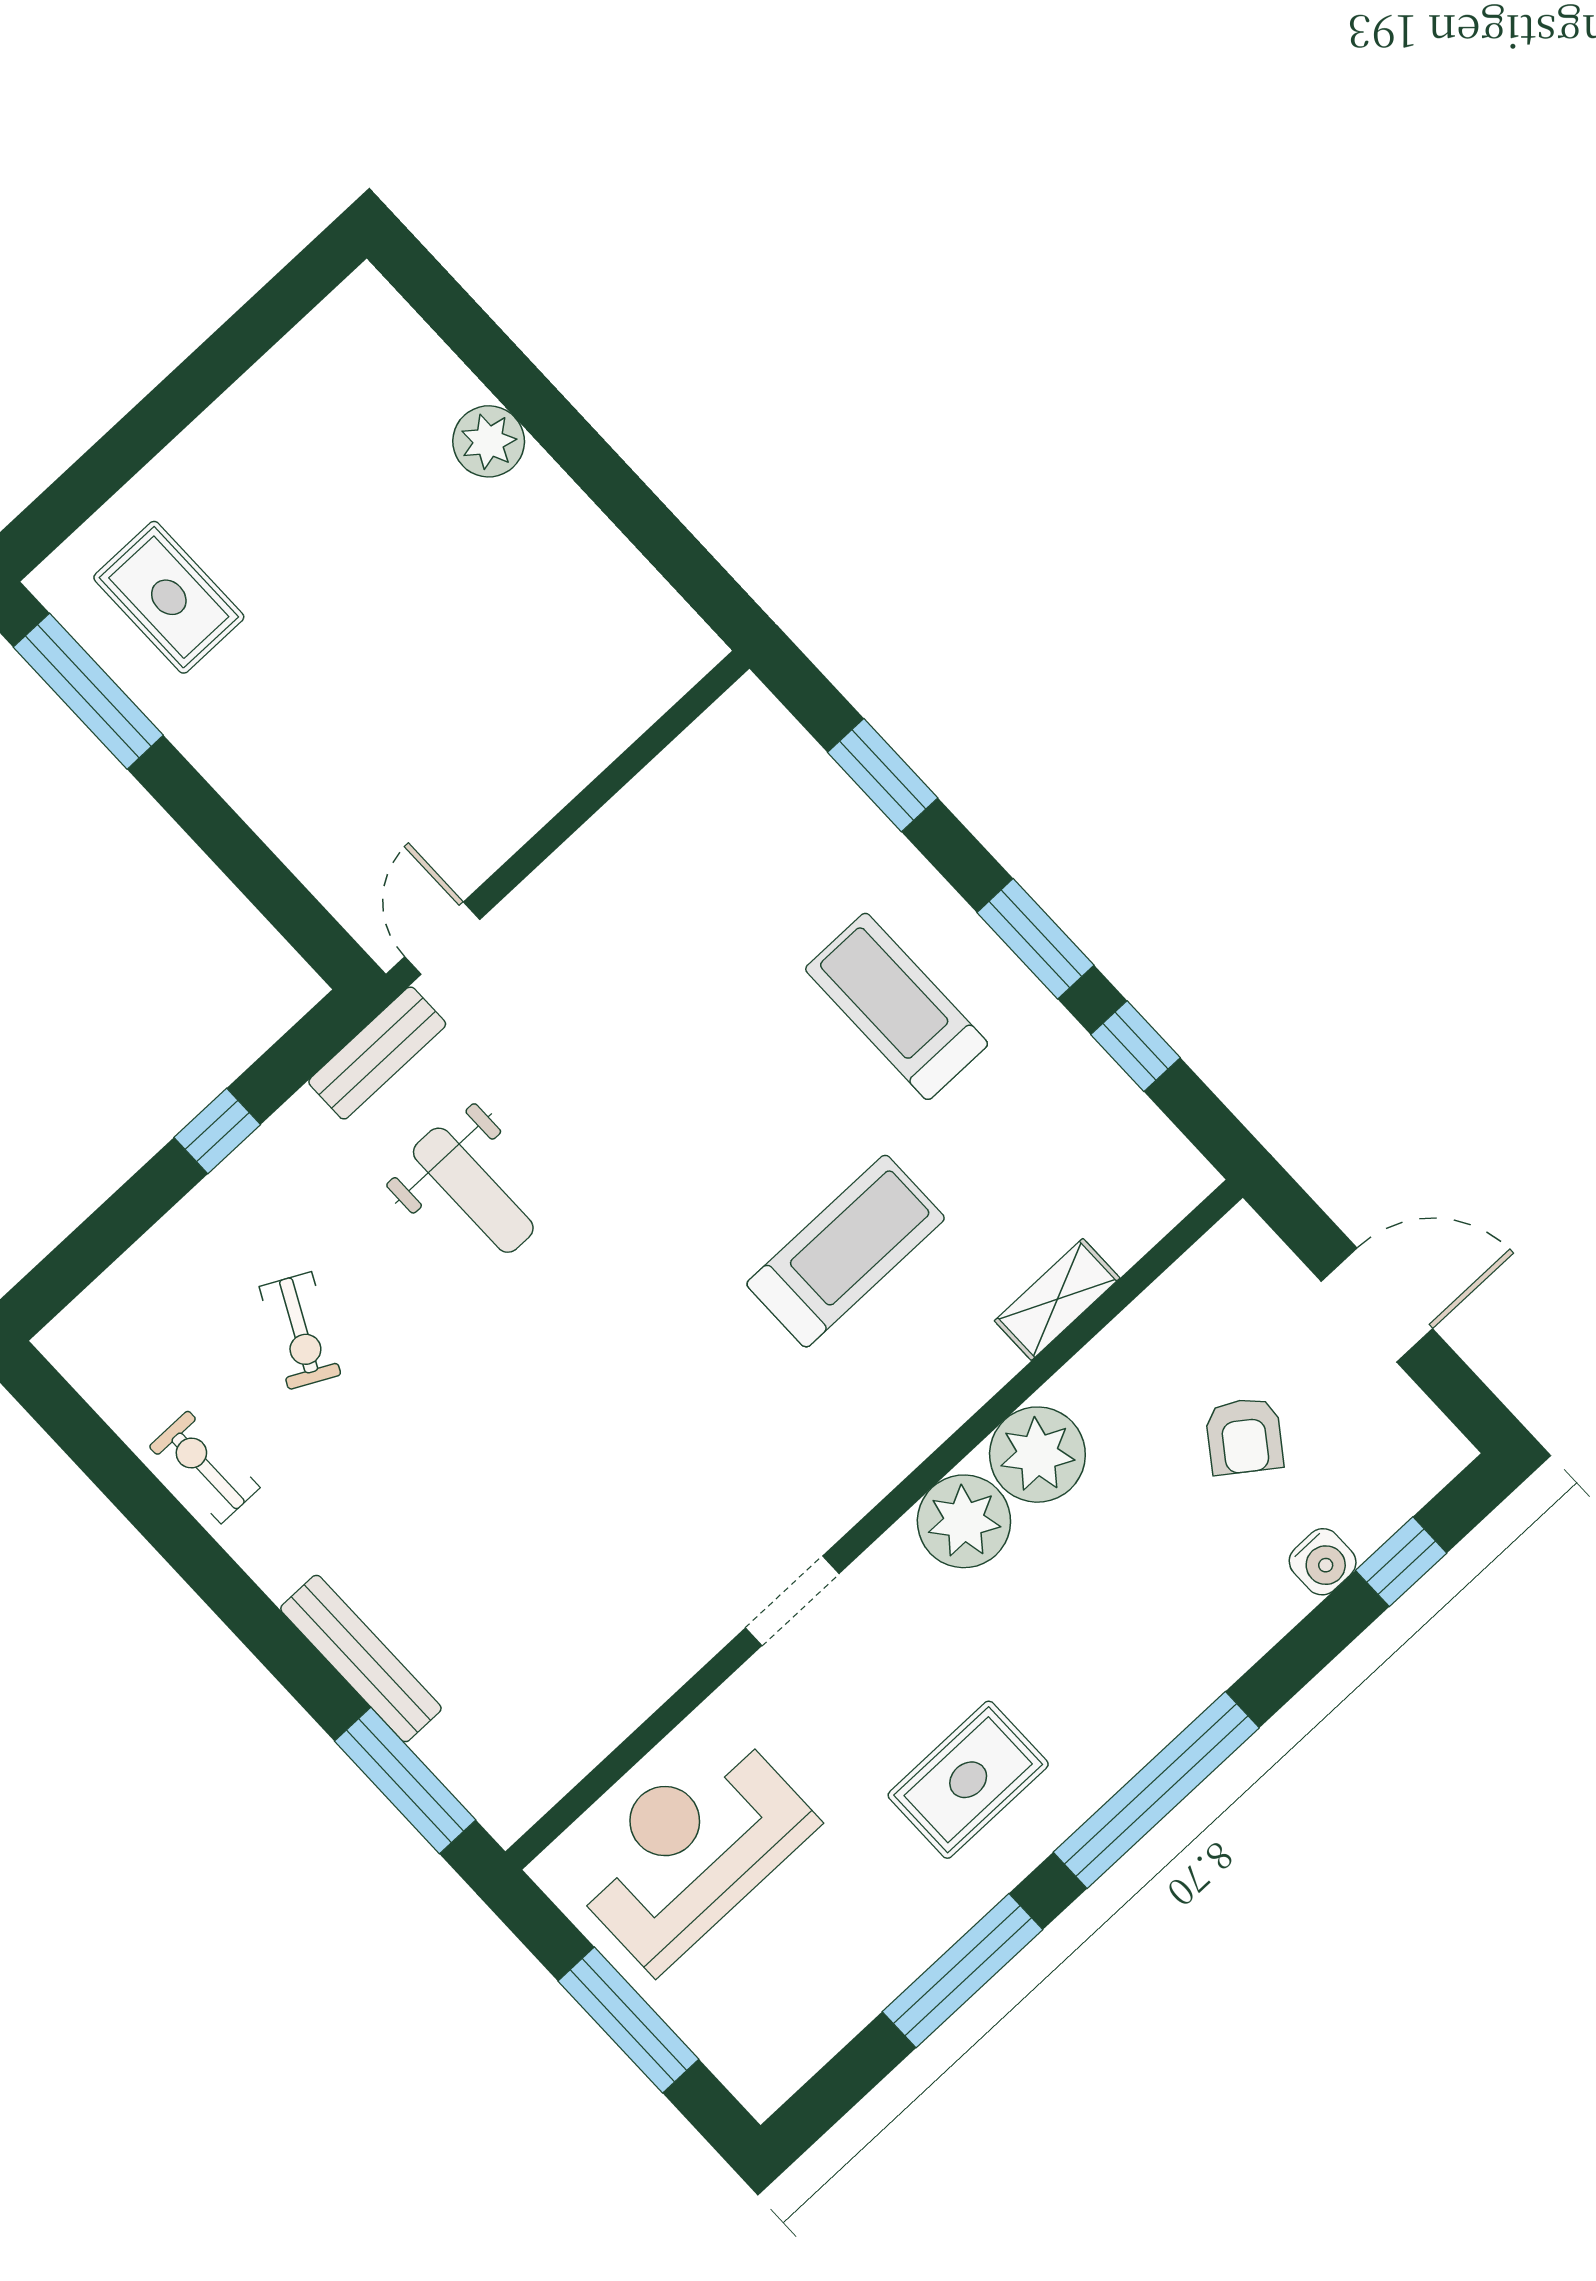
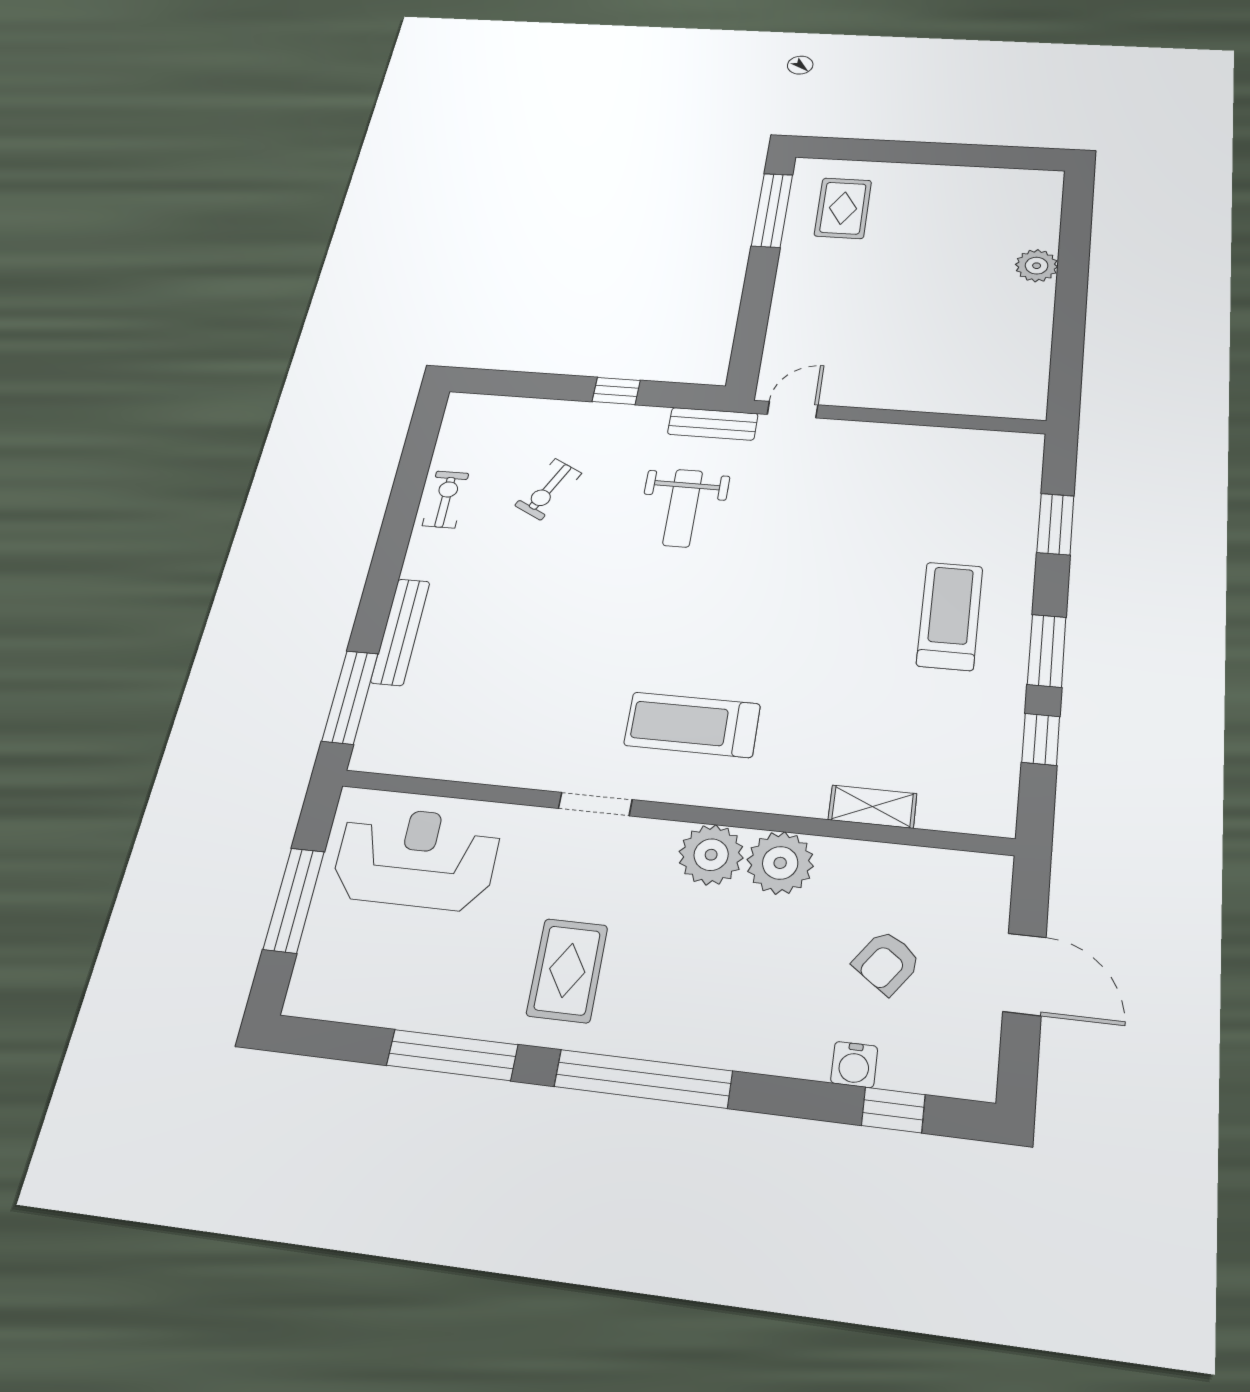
treadmill: (846, 1251) -> (692, 725), moved, turned 180
rug: (968, 1780) -> (567, 970), turned 90

